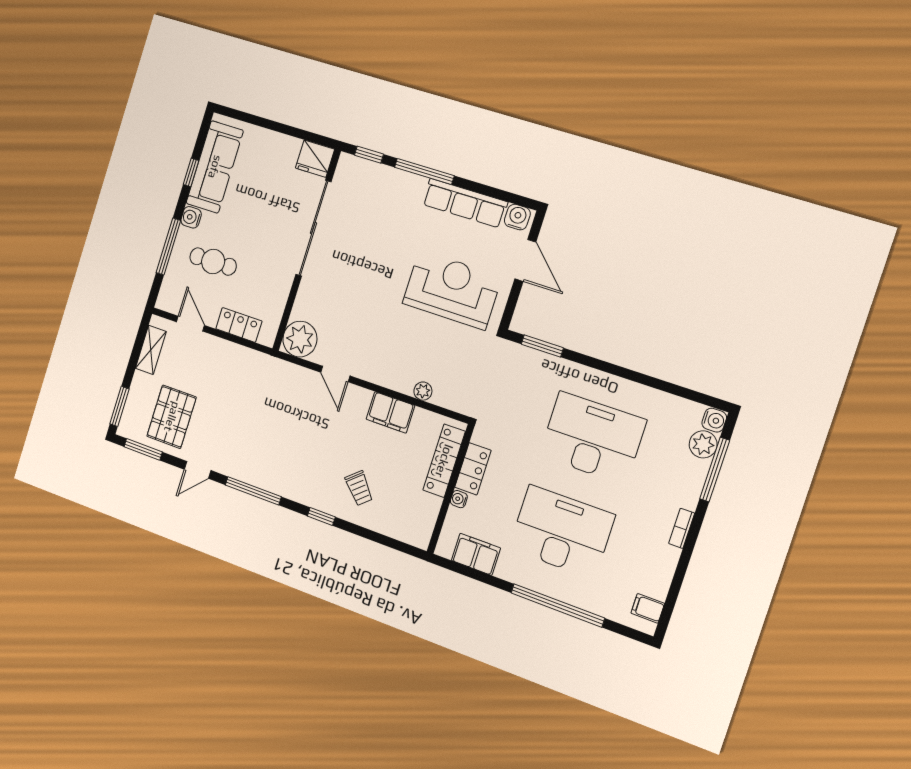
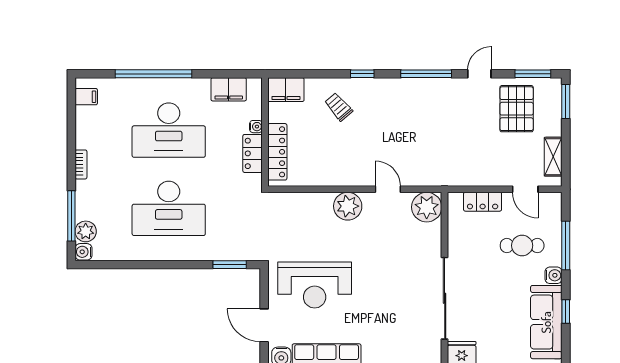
plant: (423, 391) -> (348, 206), moved, width x1.87, depth x1.87
filing cabinet: (390, 412) -> (286, 90), moved, turned 180

